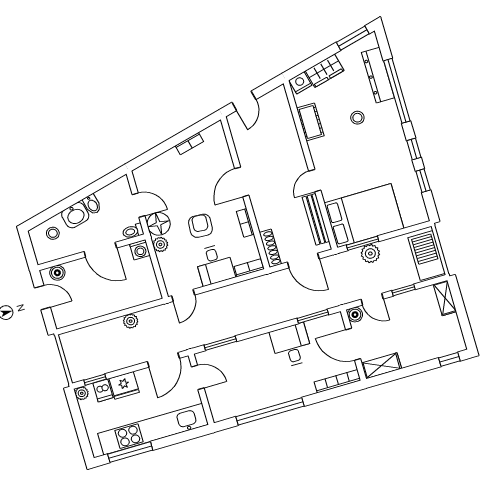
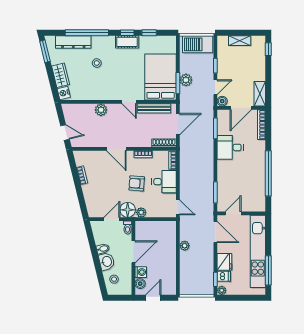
cot: (310, 122) -> (127, 42), moved
plant: (292, 143) -> (101, 110), added
washing machine: (140, 250) -> (141, 272), moved
shelving: (445, 298) -> (240, 41), moved

